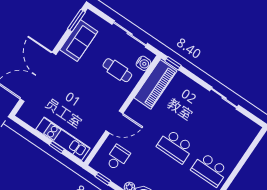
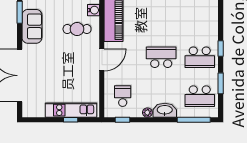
door: (114, 122) -> (102, 60), moved
school desk: (175, 146) -> (161, 57), turned 180
window: (234, 175) -> (221, 49), added

